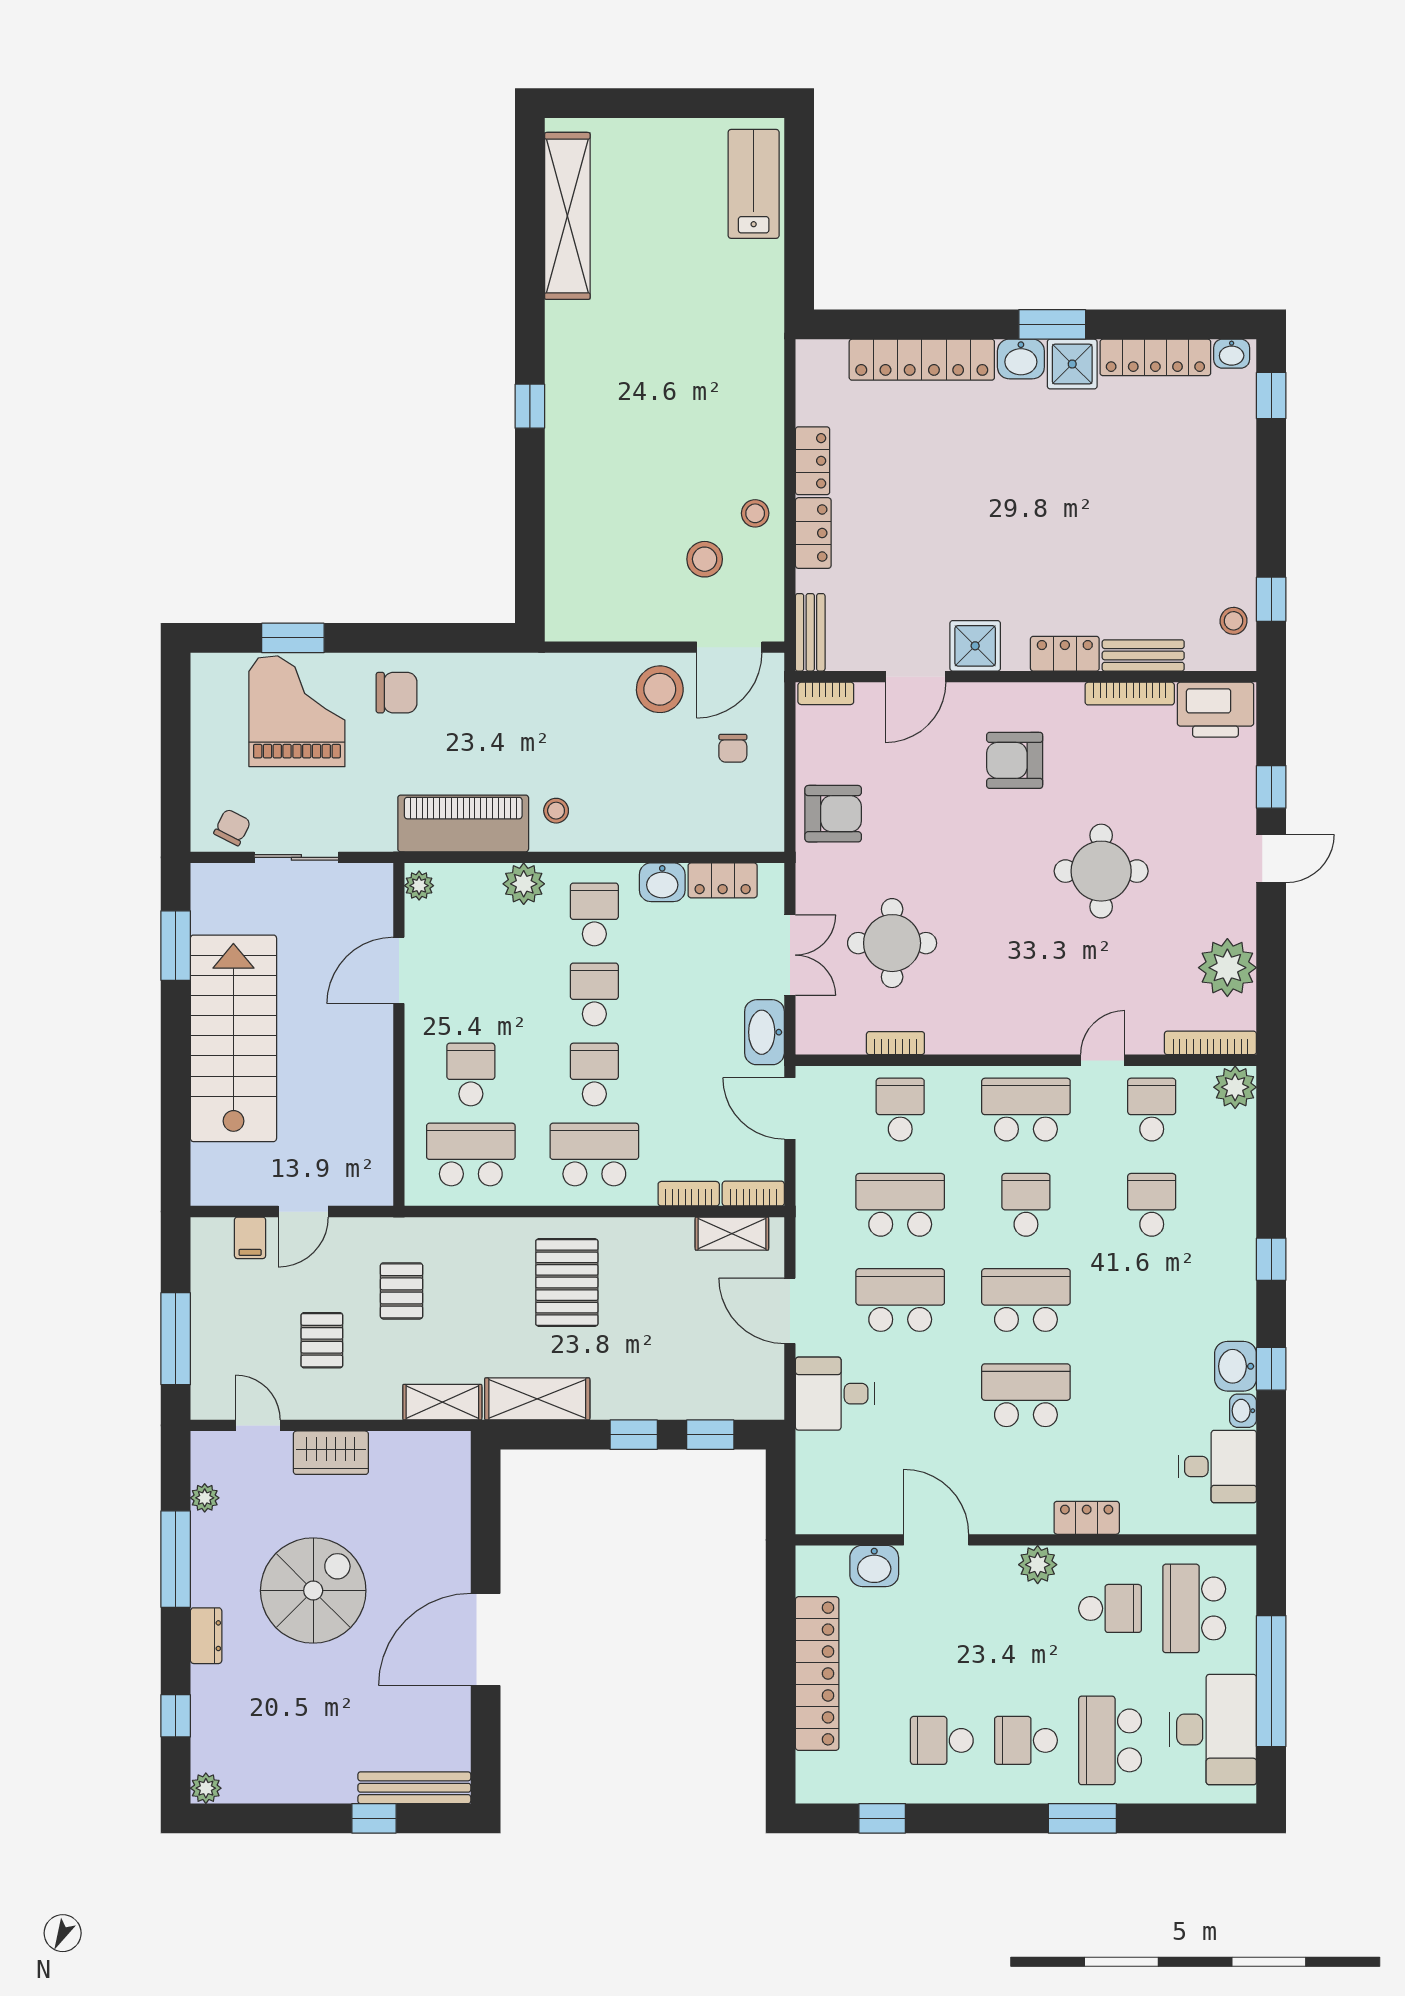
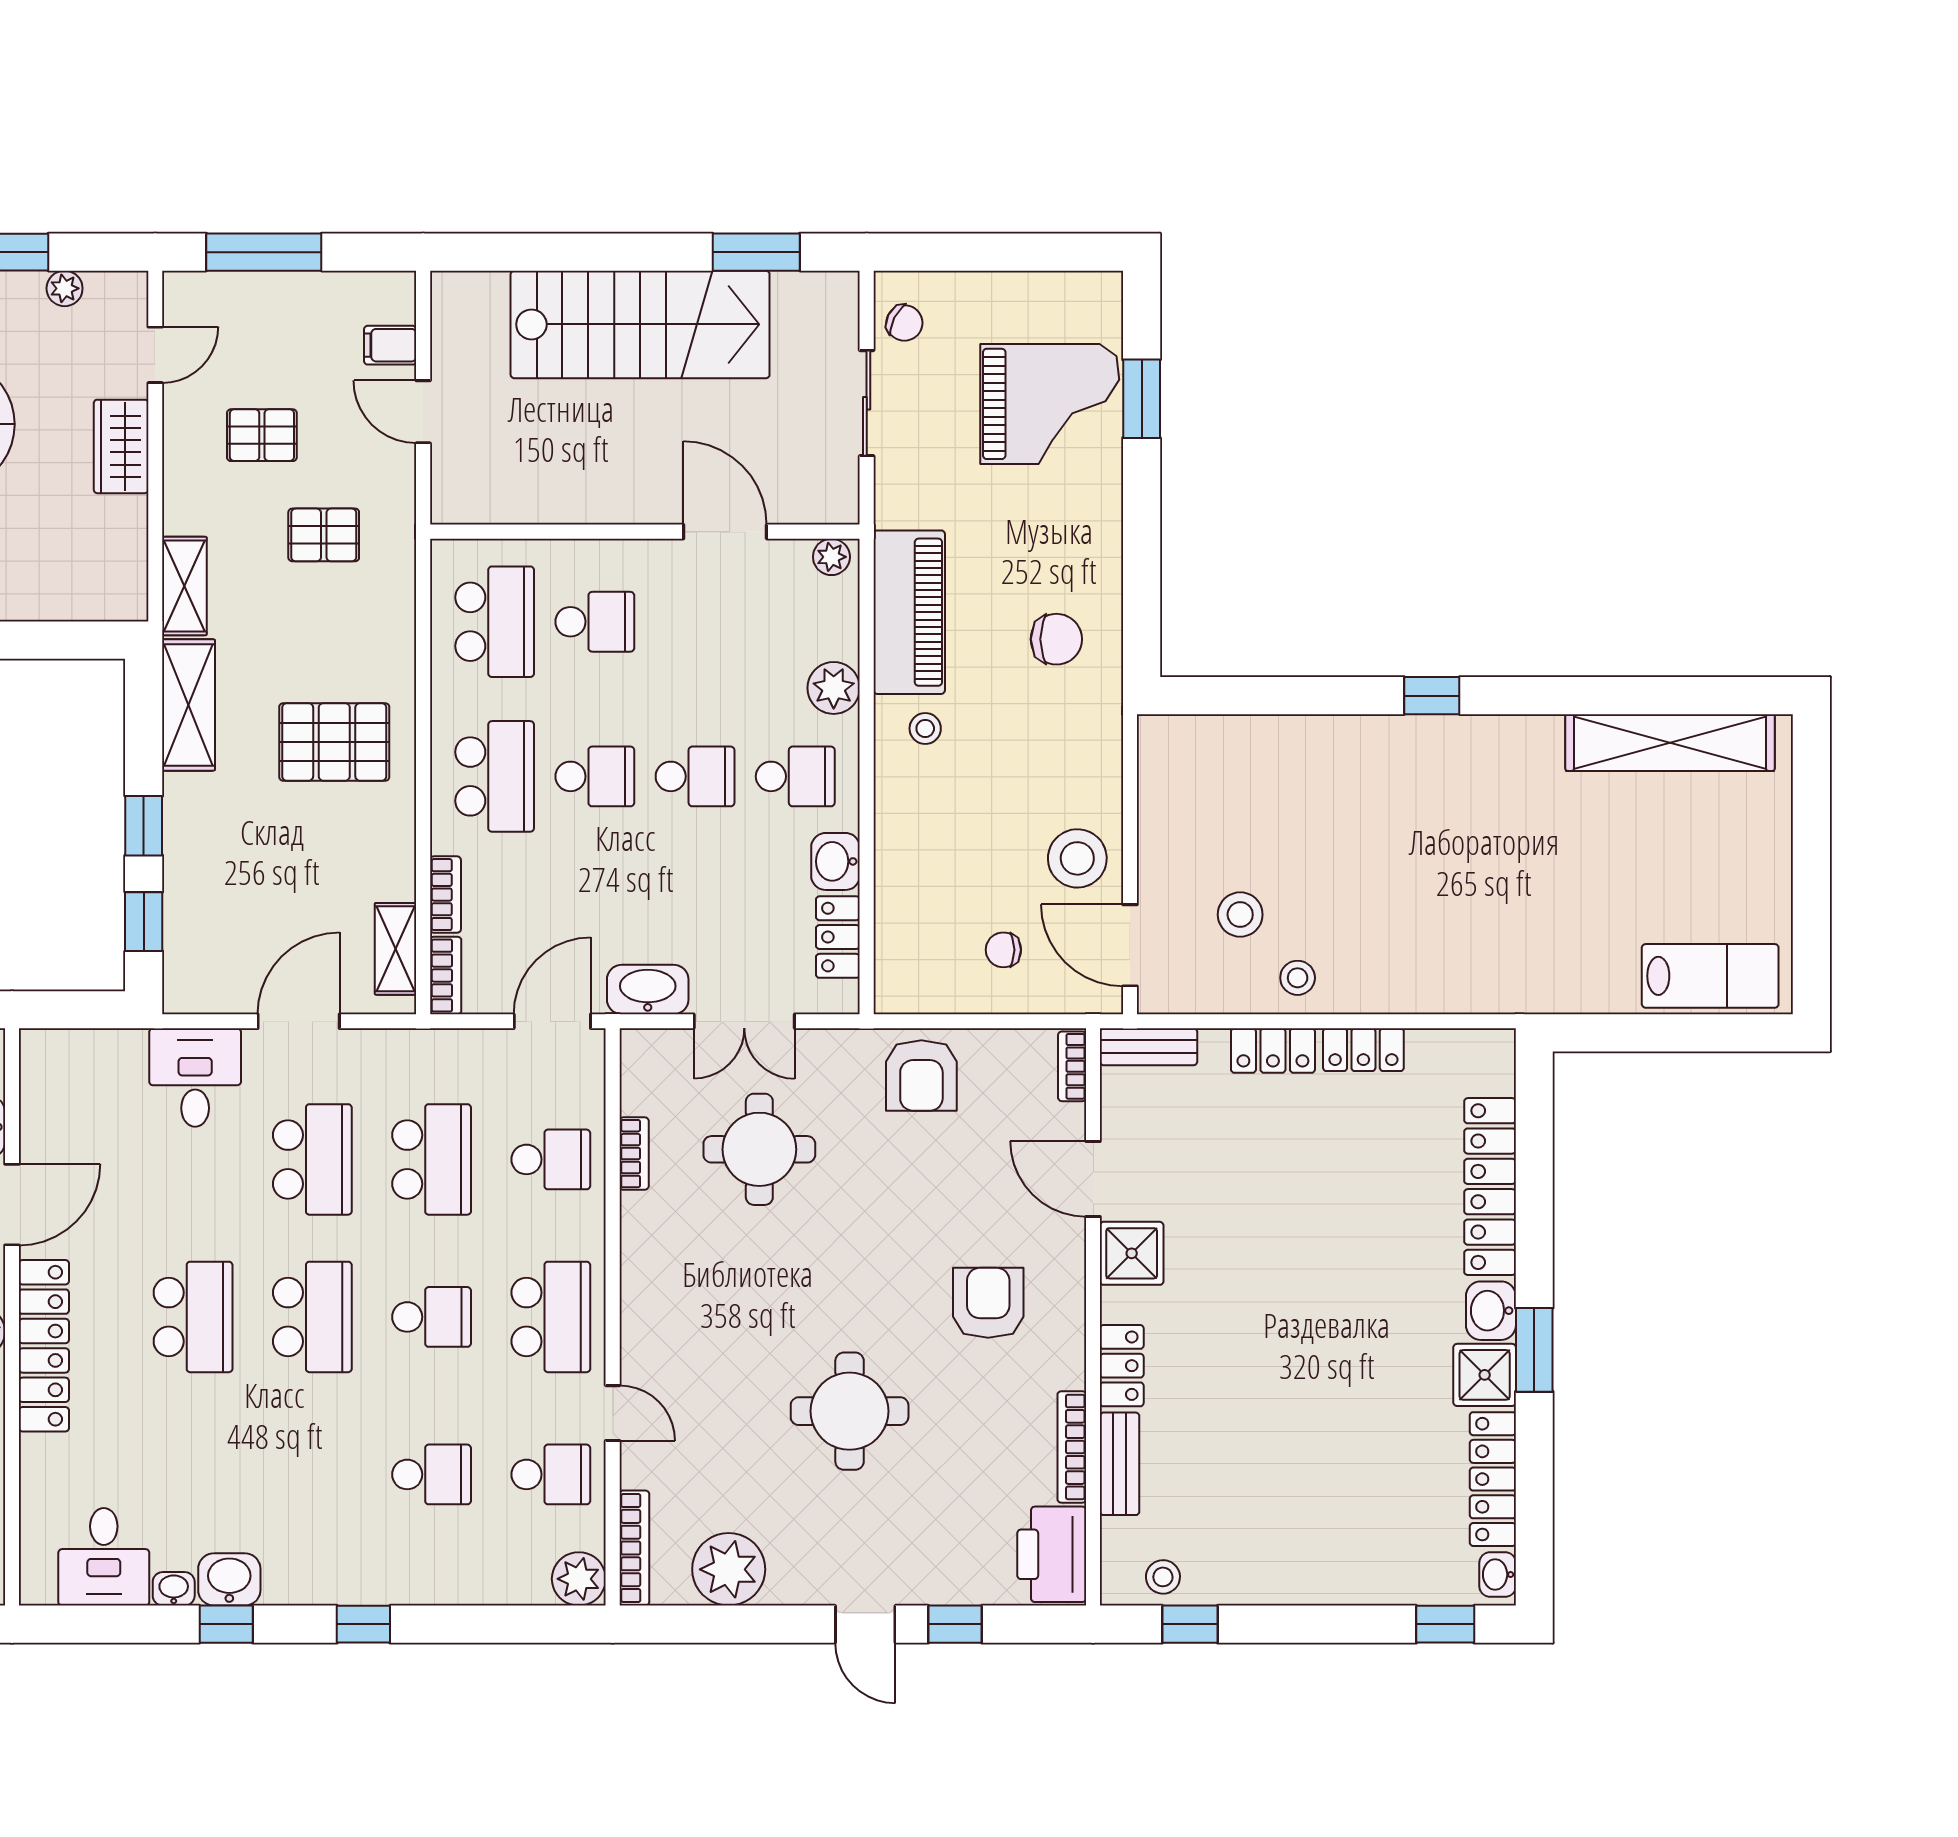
chair: (397, 693) -> (1056, 639), moved, turned -90
locker: (1087, 1518) -> (44, 1346), width x2.16, depth x1.21

